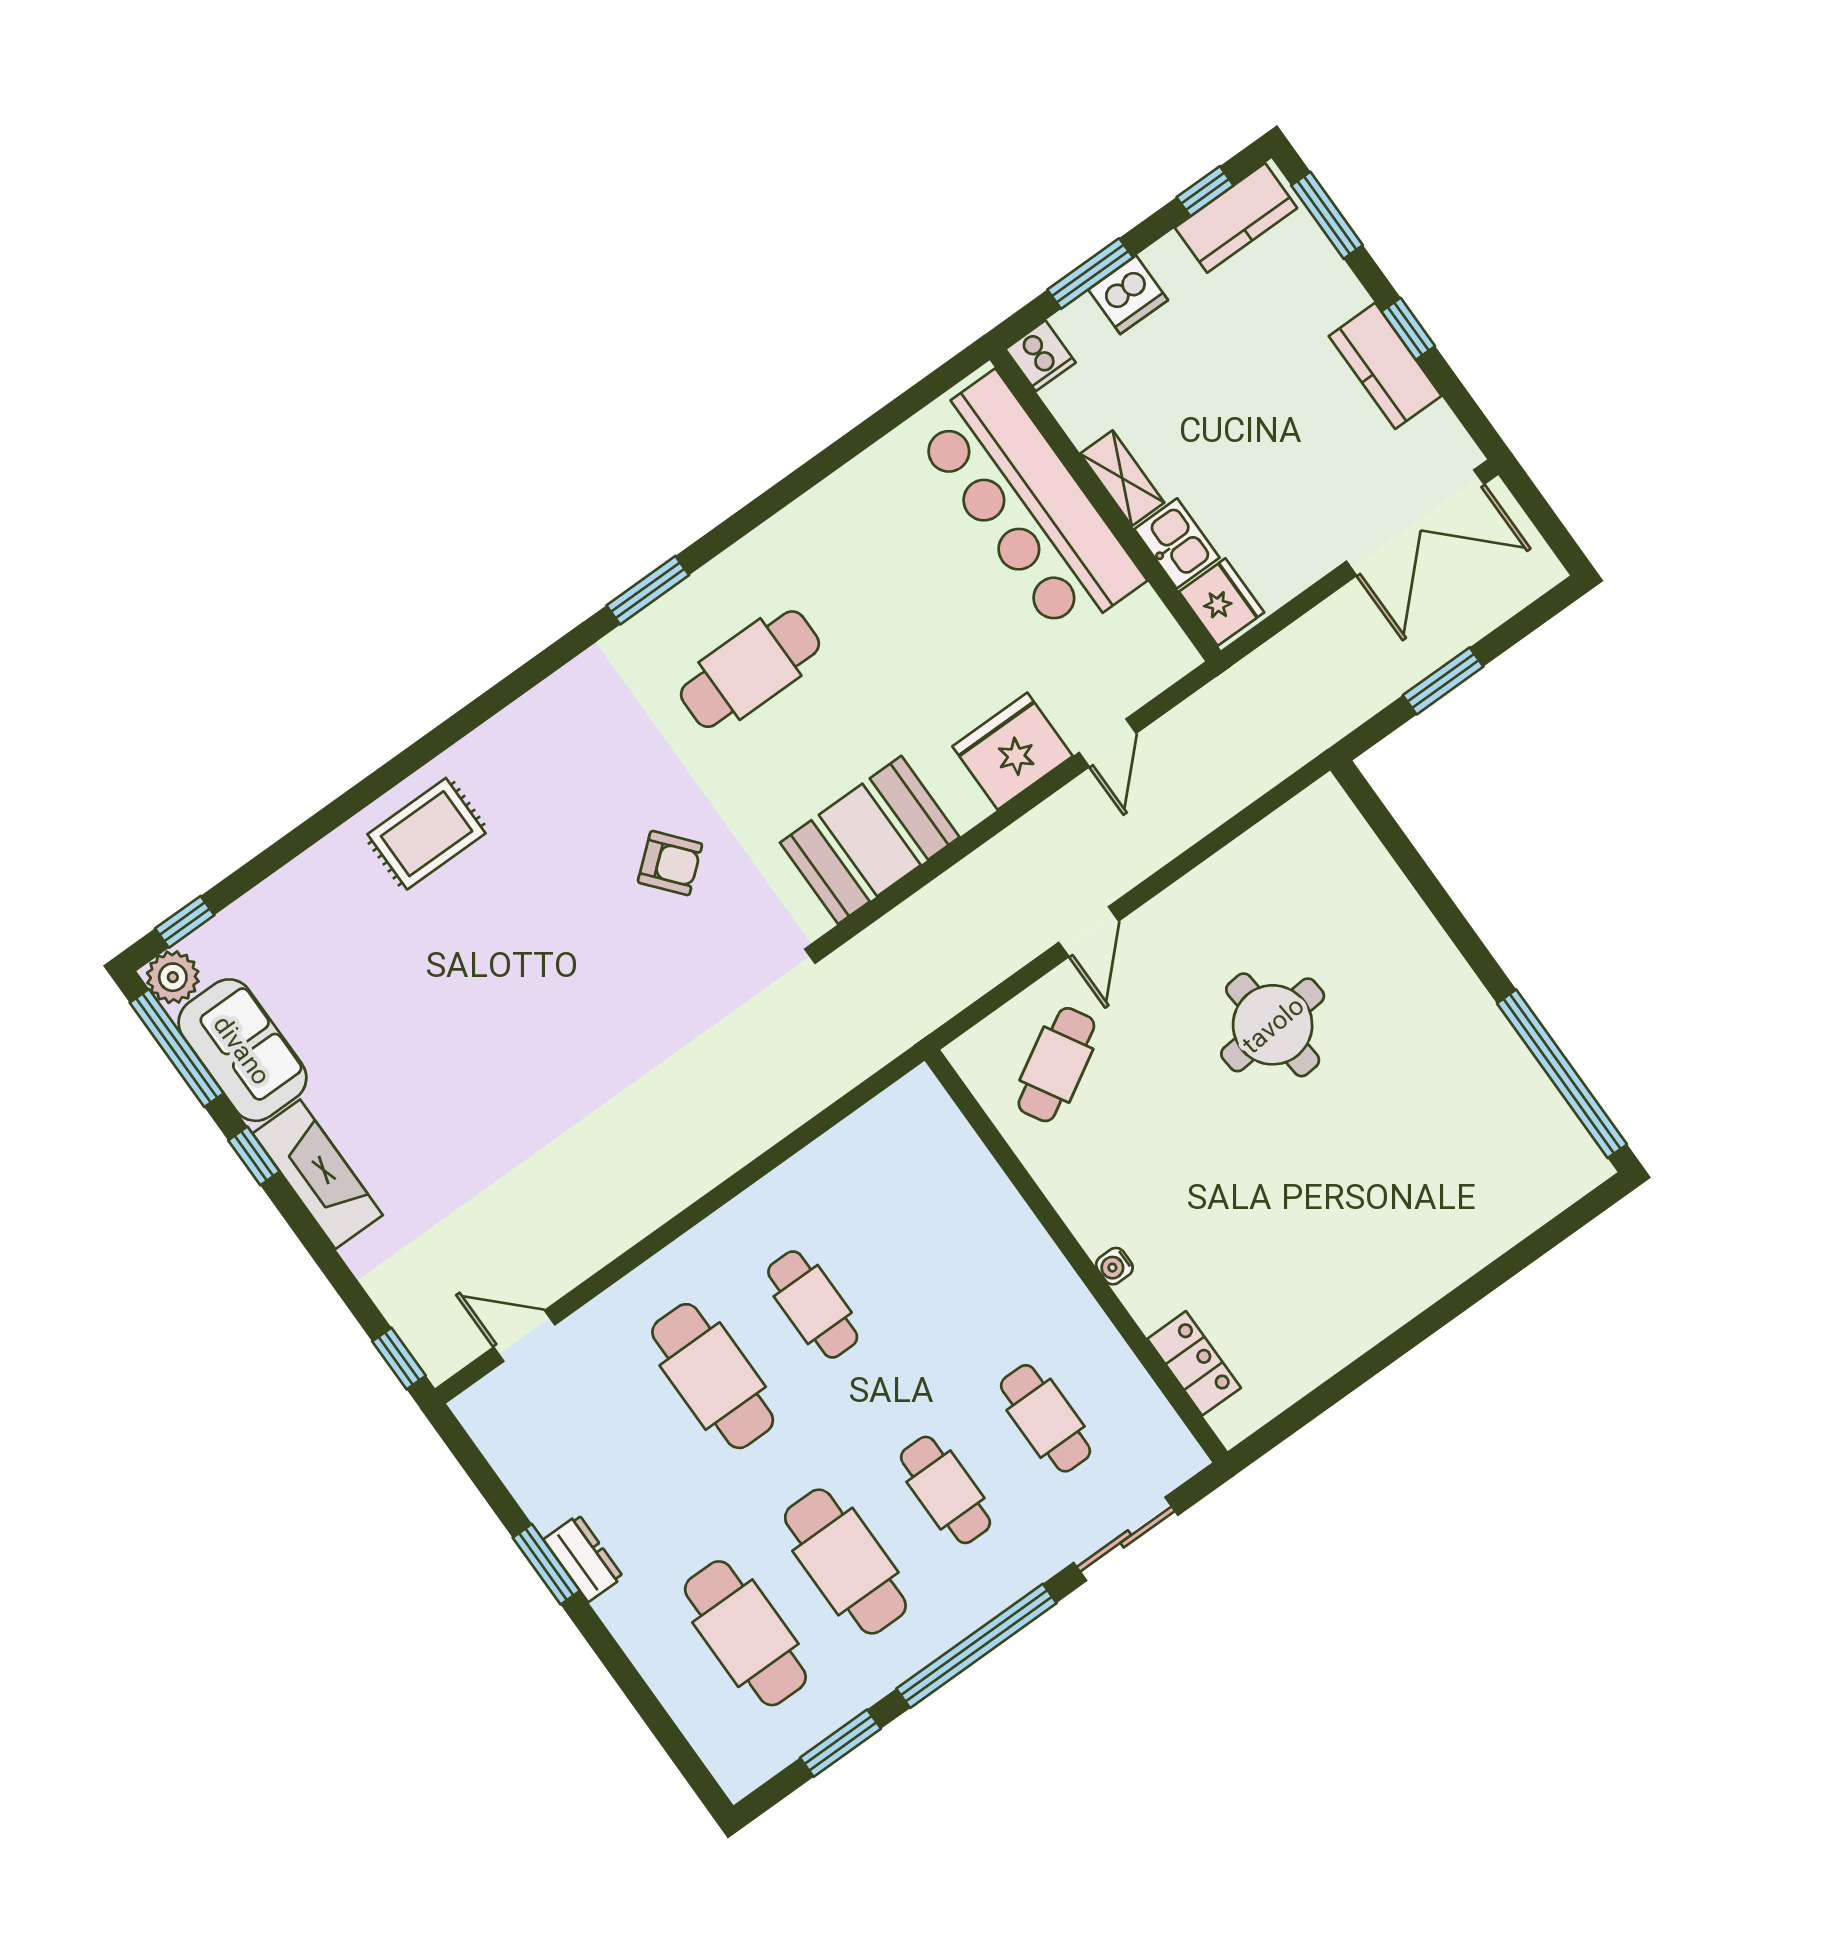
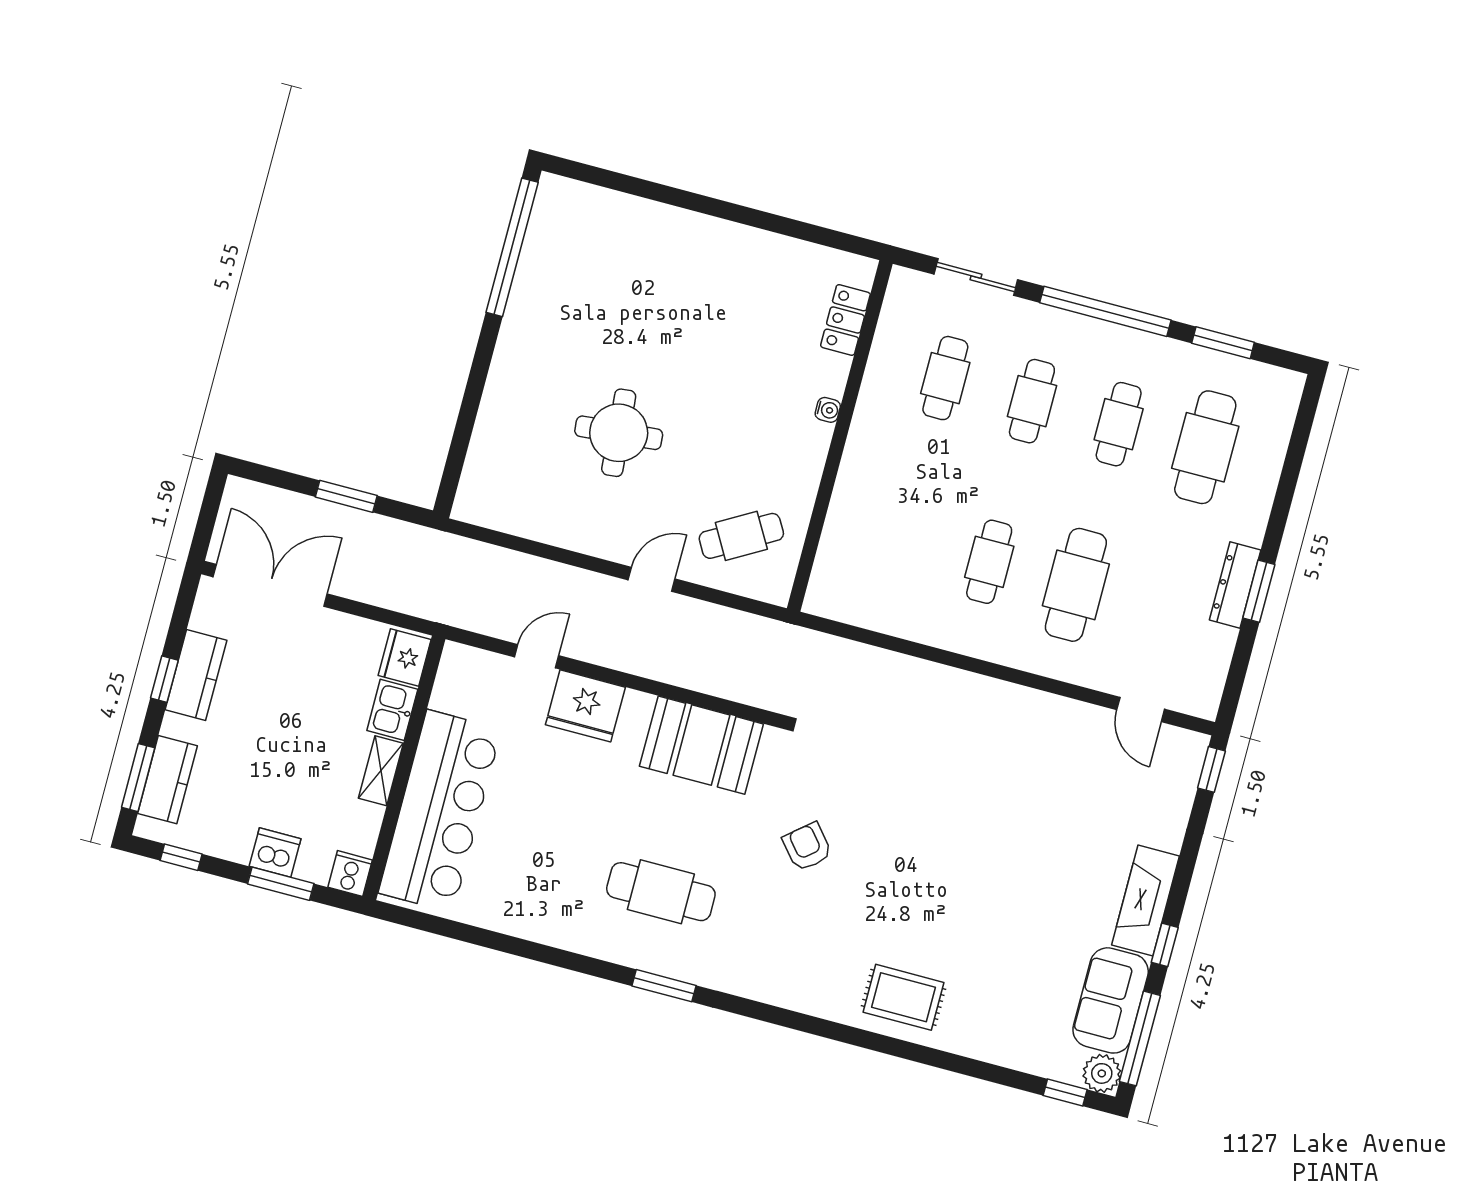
kitchen counter: (1236, 218) -> (167, 780), moved, turned 90
dresser: (583, 1558) -> (1235, 585), width x1.44
cafe table: (845, 1562) -> (1119, 424), width x0.73, depth x0.74

